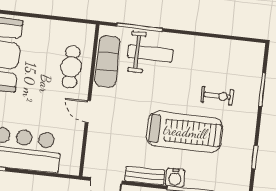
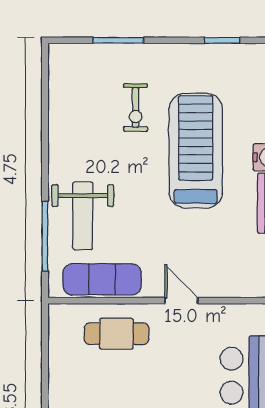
weight bench: (150, 53) -> (83, 216), turned 180
exercise bike: (217, 96) -> (135, 107), turned 180
door: (88, 111) -> (181, 301), swing flipped

